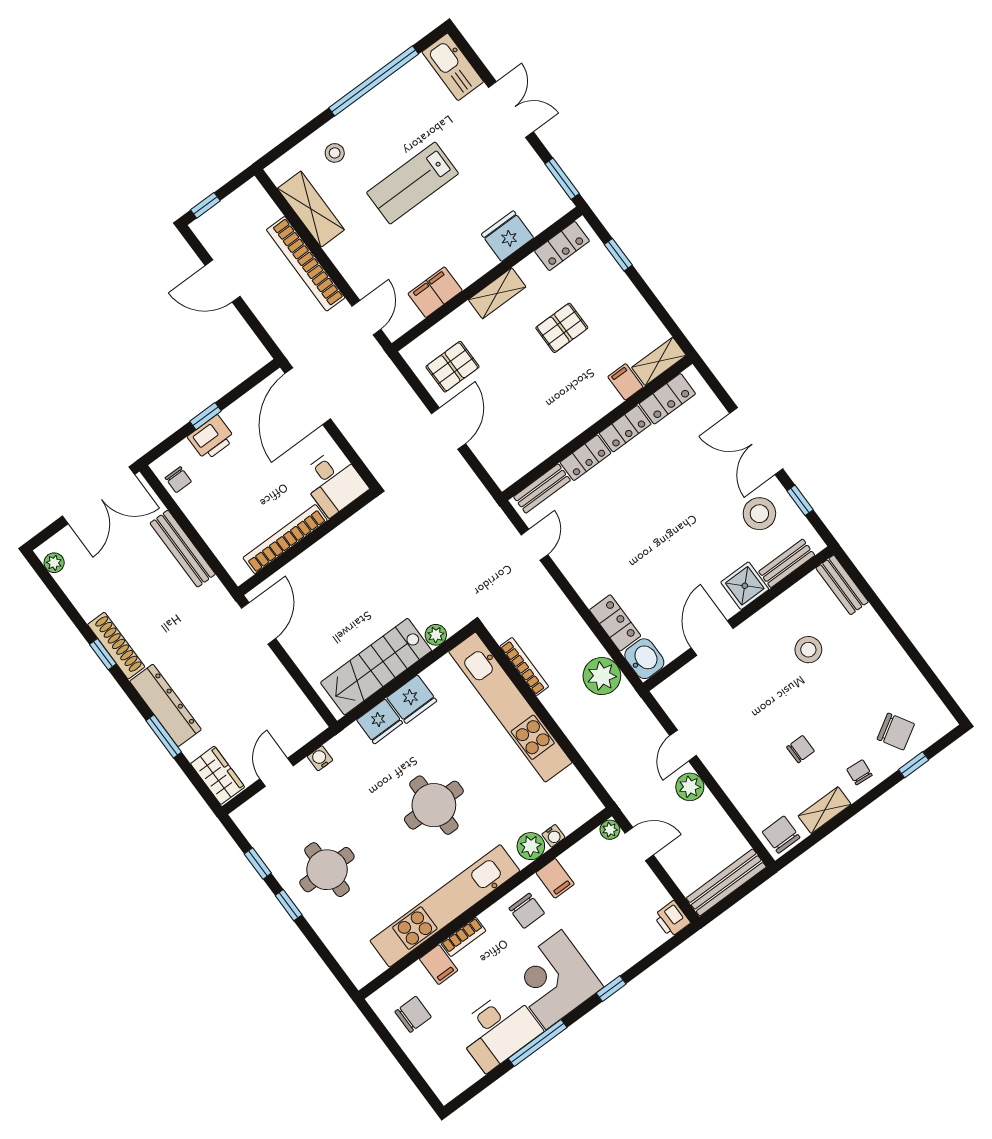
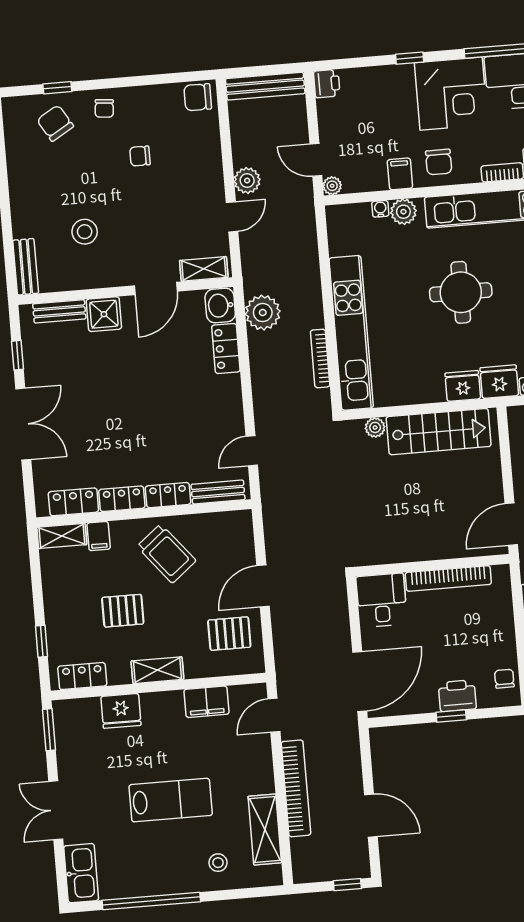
trolley: (554, 404) -> (167, 554), added
stool: (759, 514) -> (57, 365), removed
fridge: (412, 699) -> (499, 382), moved
shelving: (825, 810) -> (204, 269), moved
chair: (781, 835) -> (198, 97), turned 90
chair: (527, 911) -> (439, 162), turned 180

